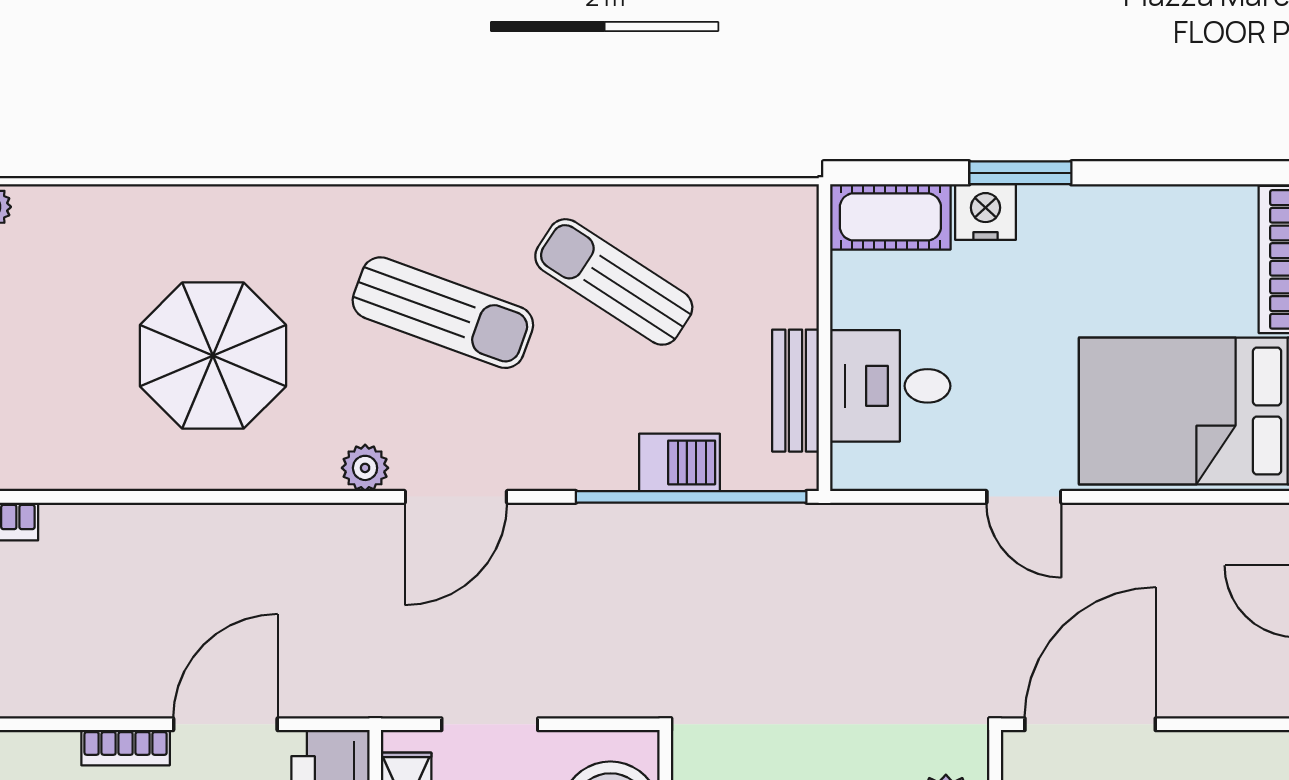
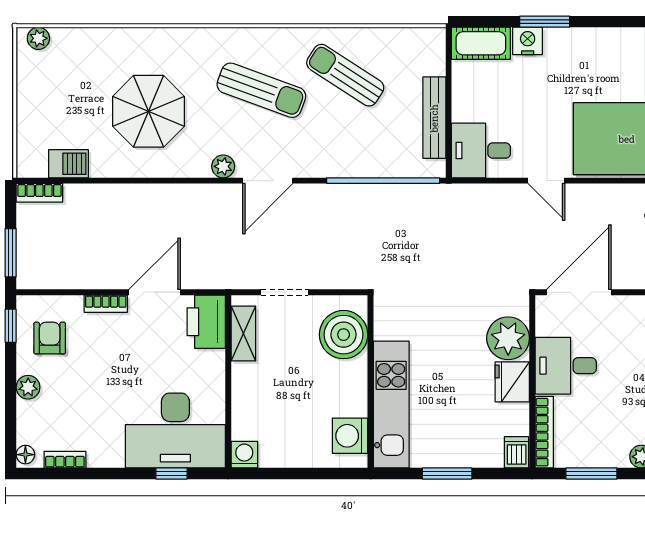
desk: (890, 386) -> (481, 151), moved
bench: (796, 391) -> (434, 118), width x1.36
barbecue: (680, 462) -> (68, 164), moved

